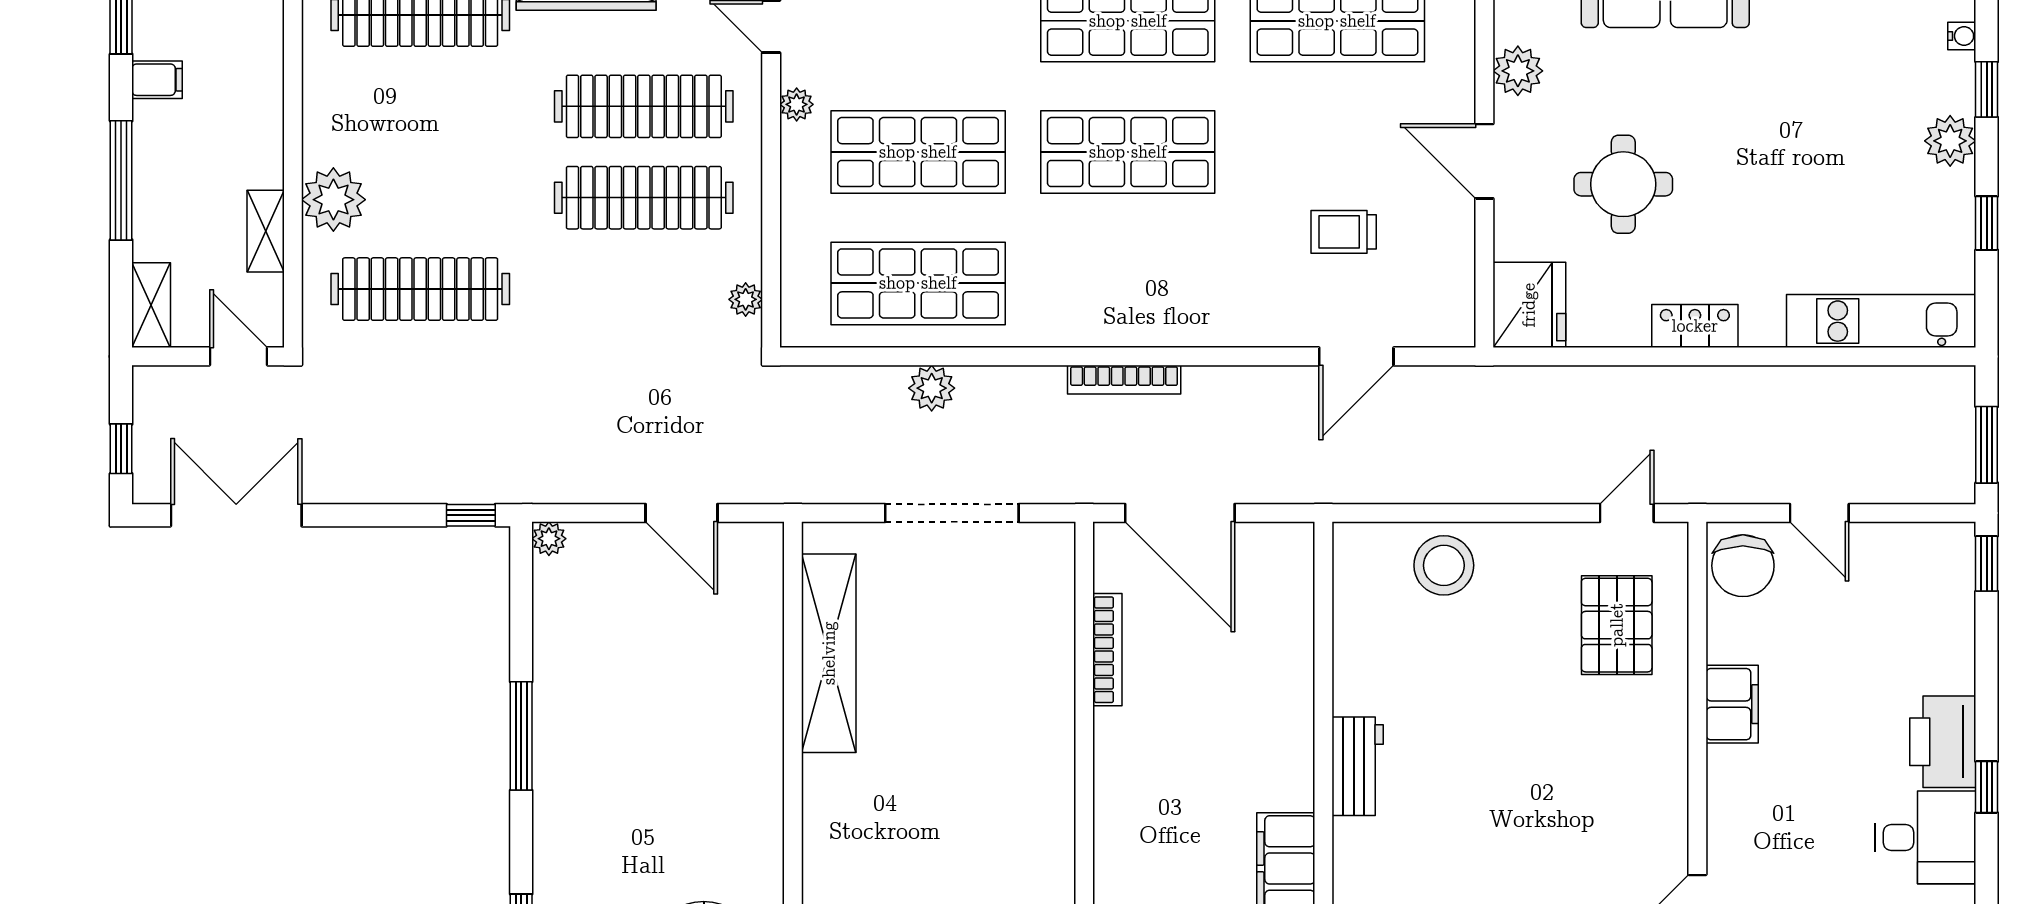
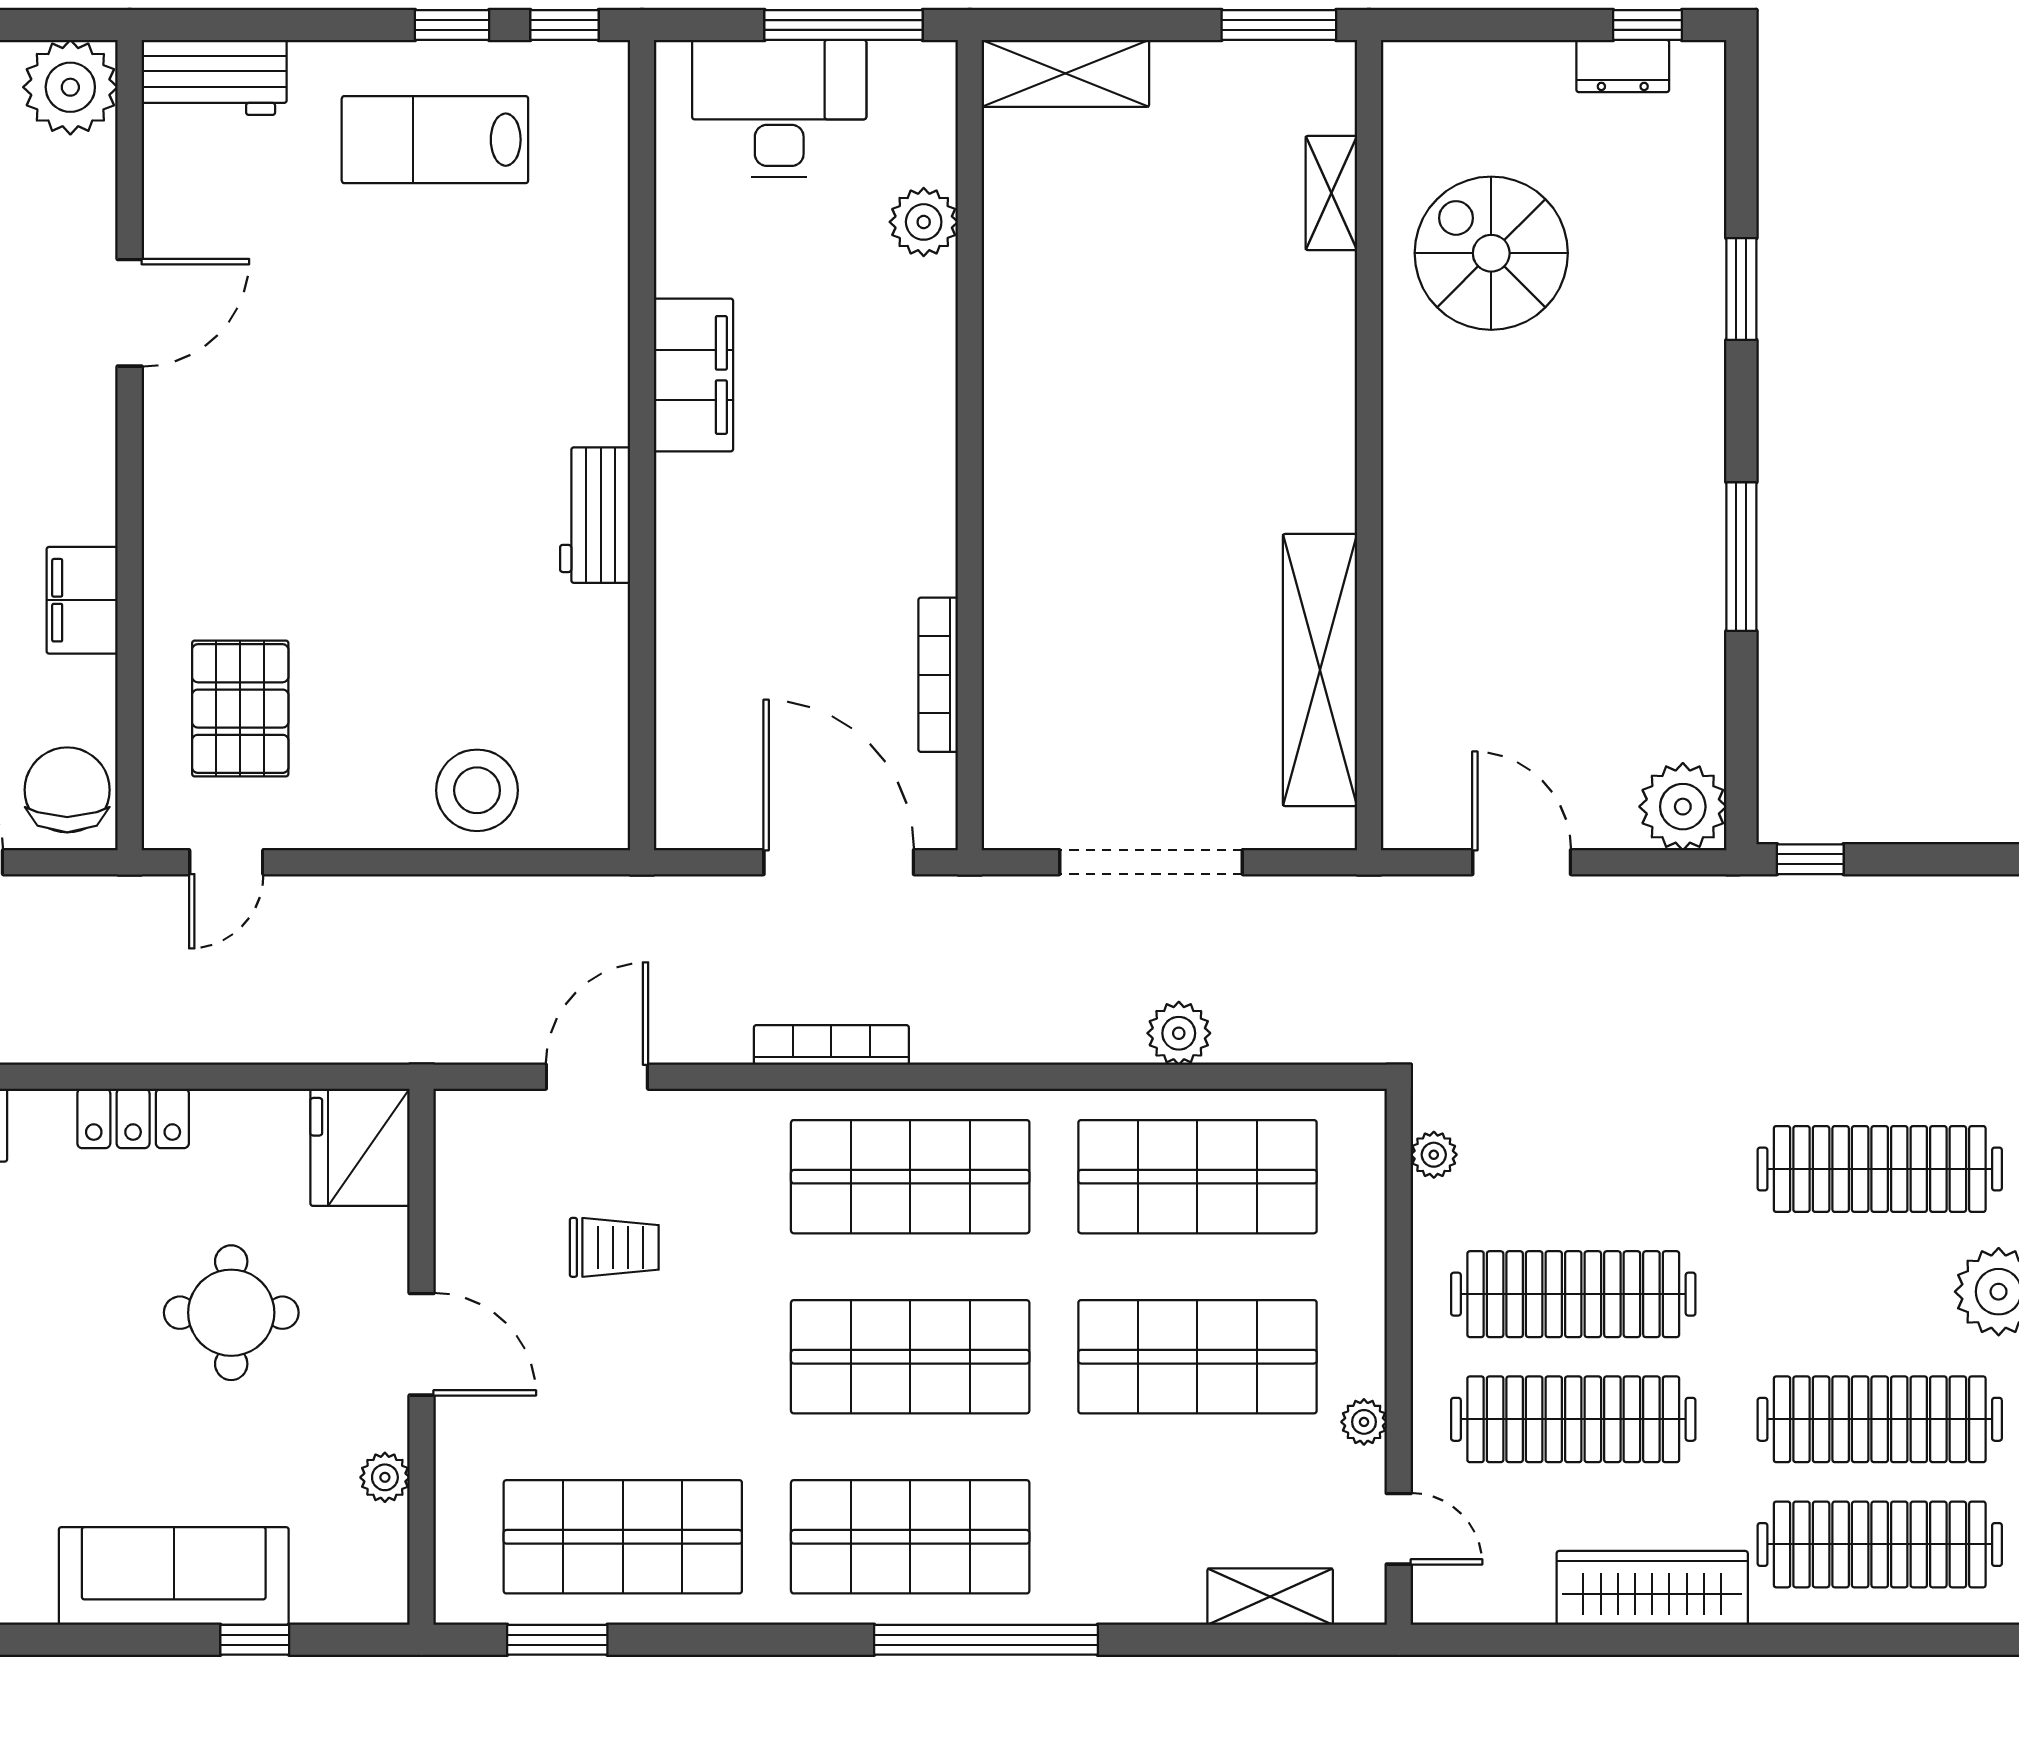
plant: (1518, 71) -> (385, 1477), width x0.73, depth x0.73
clothes rail: (420, 106) -> (1880, 1419), added
shop shelf: (1128, 283) -> (910, 1177), added
bookcase: (1124, 380) -> (831, 1045), moved
plant: (549, 539) -> (1683, 807), width x1.88, depth x1.88

